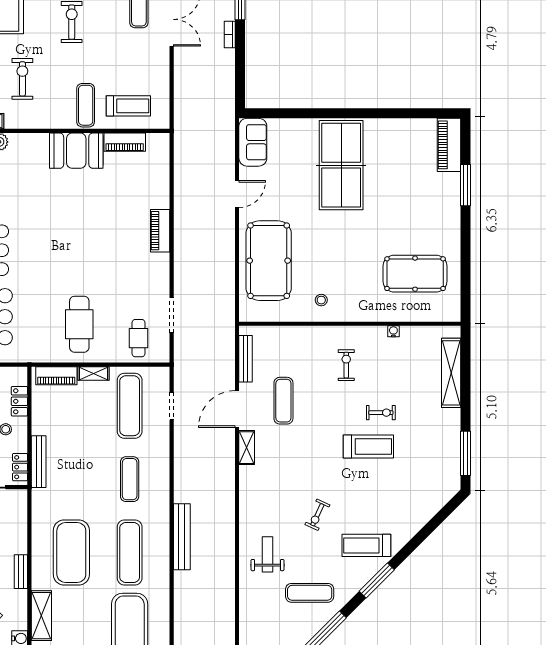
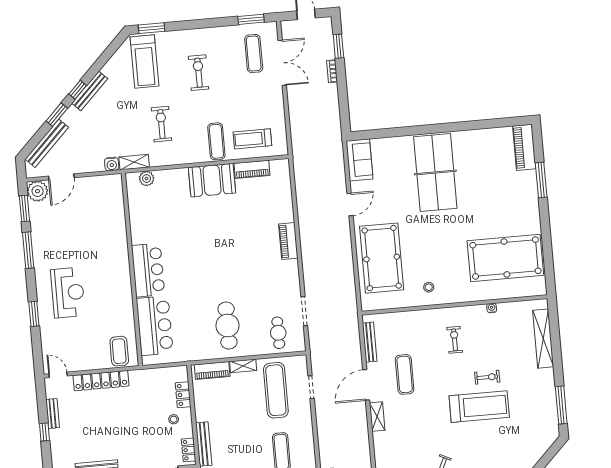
treadmill: (128, 106) -> (252, 139), turned 180
pool table: (415, 274) -> (505, 258), width x1.36, depth x1.32
treadmill: (368, 446) -> (479, 407), width x1.37, depth x1.38

